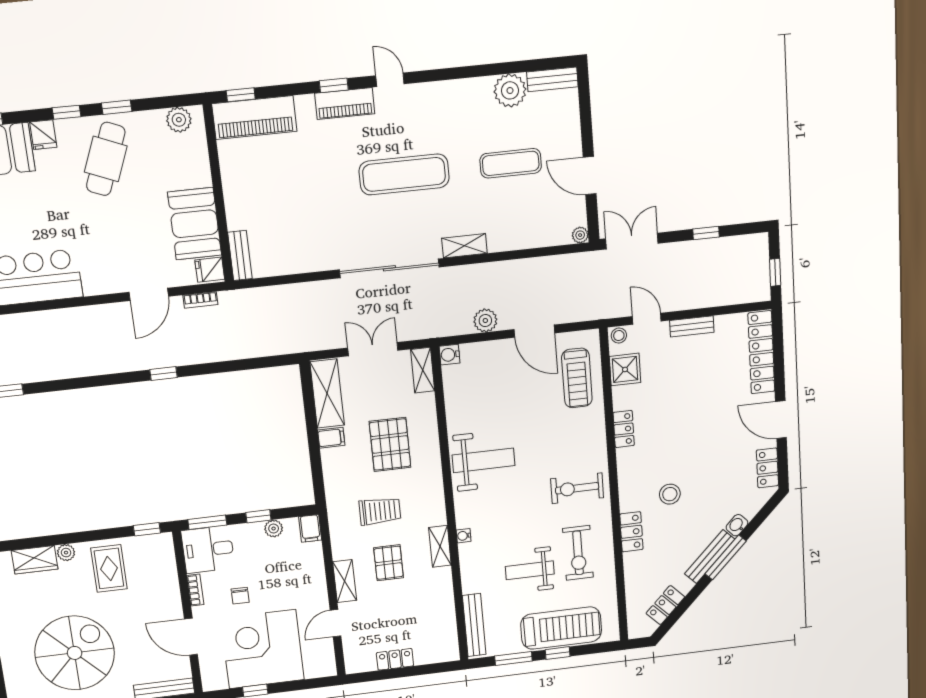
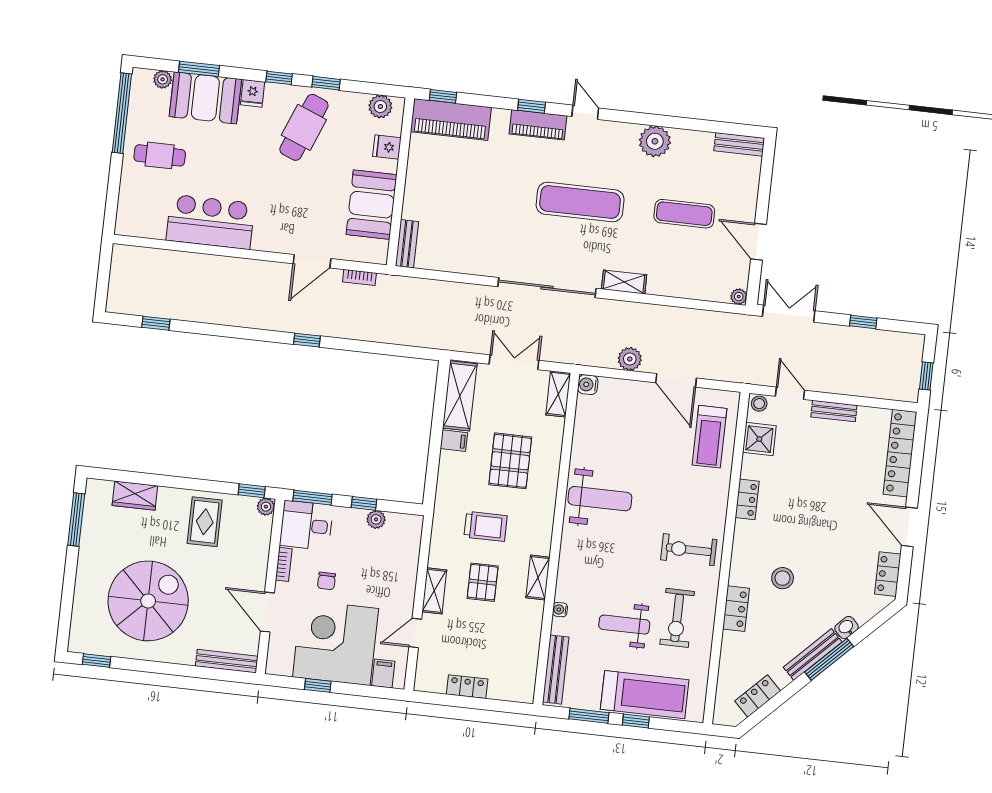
plant: (510, 90) -> (655, 141), moved
fridge: (210, 270) -> (387, 147), moved
filing cabinet: (310, 528) -> (383, 674), moved, turned 180
water cooler: (464, 536) -> (560, 610), moved
plant: (66, 553) -> (266, 507), moved

